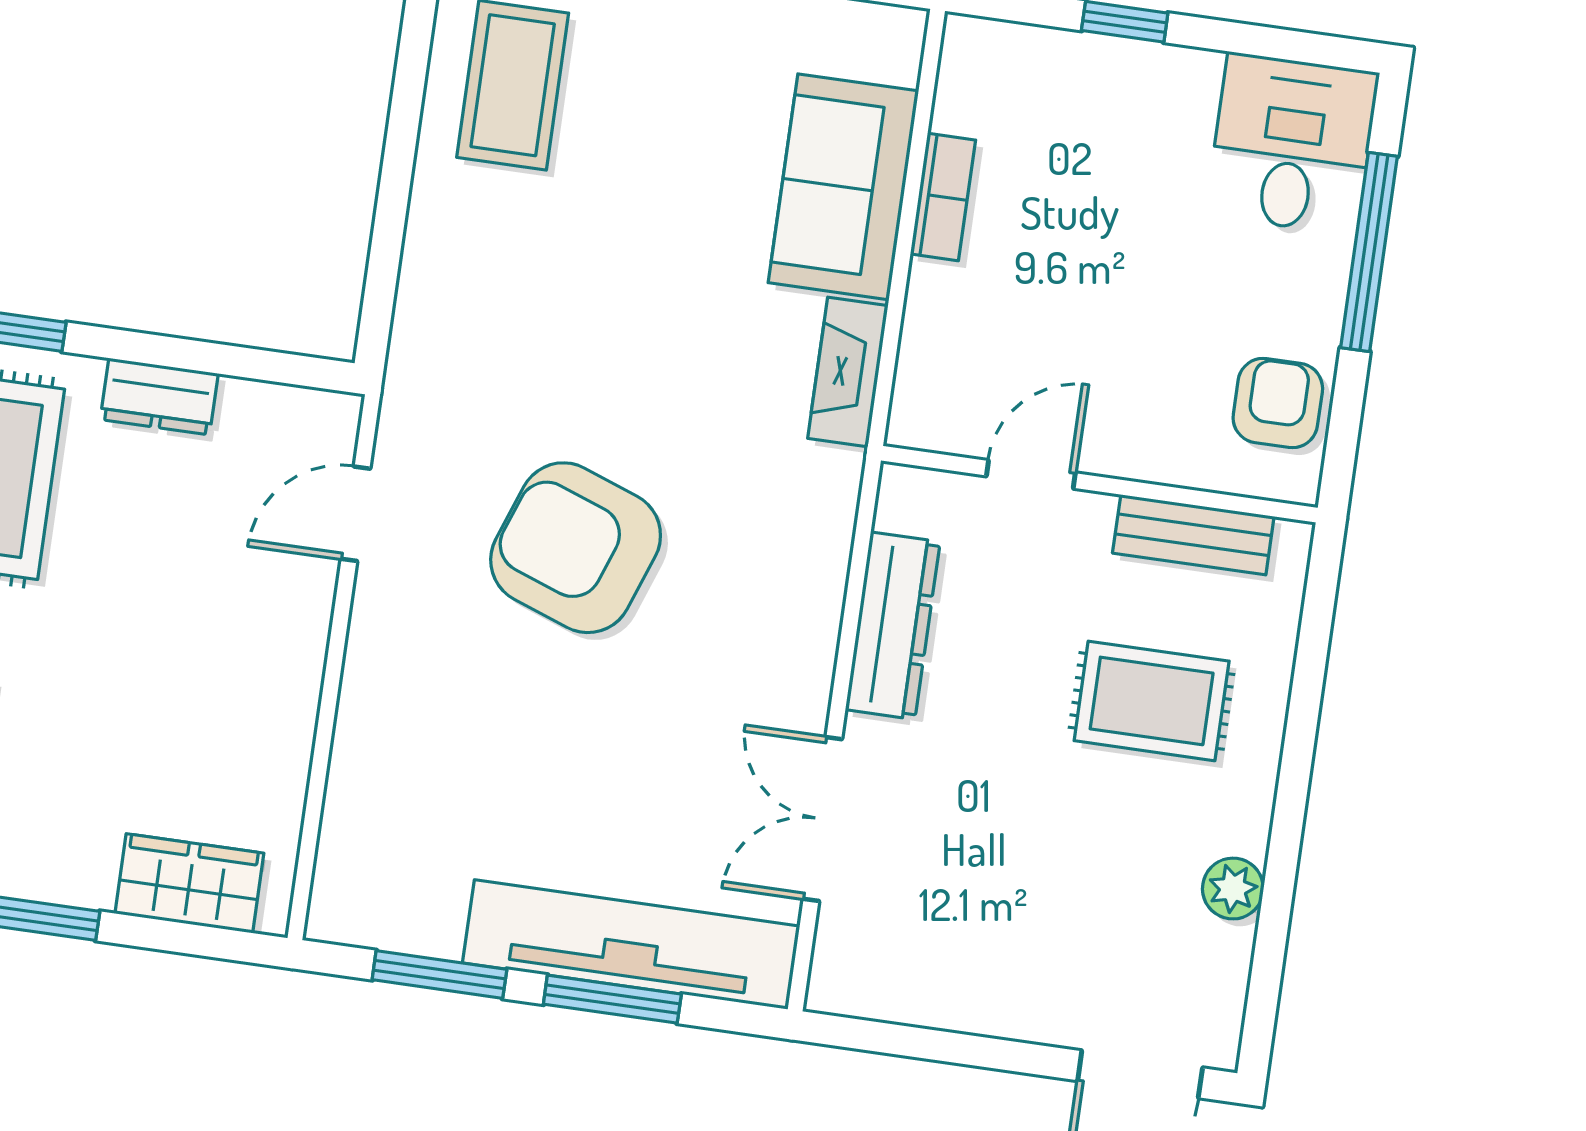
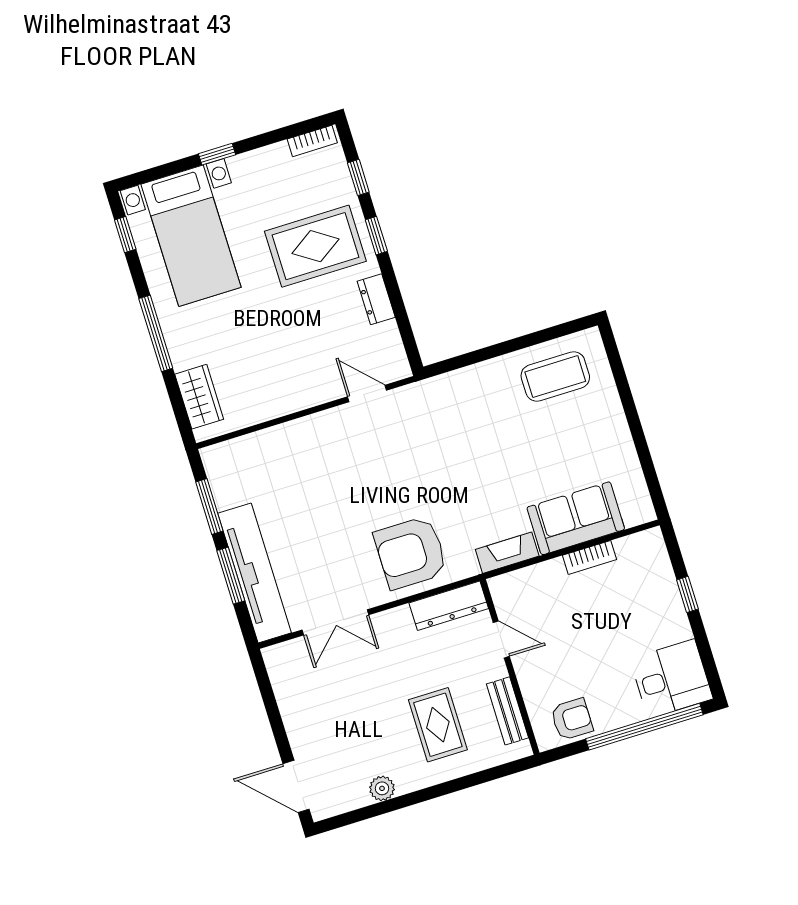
window: (1369, 252) -> (644, 727), width x1.46
armchair: (576, 548) -> (411, 553), moved, turned -110
dresser: (893, 626) -> (449, 606), moved
double door: (822, 819) -> (335, 622), swing flipped

